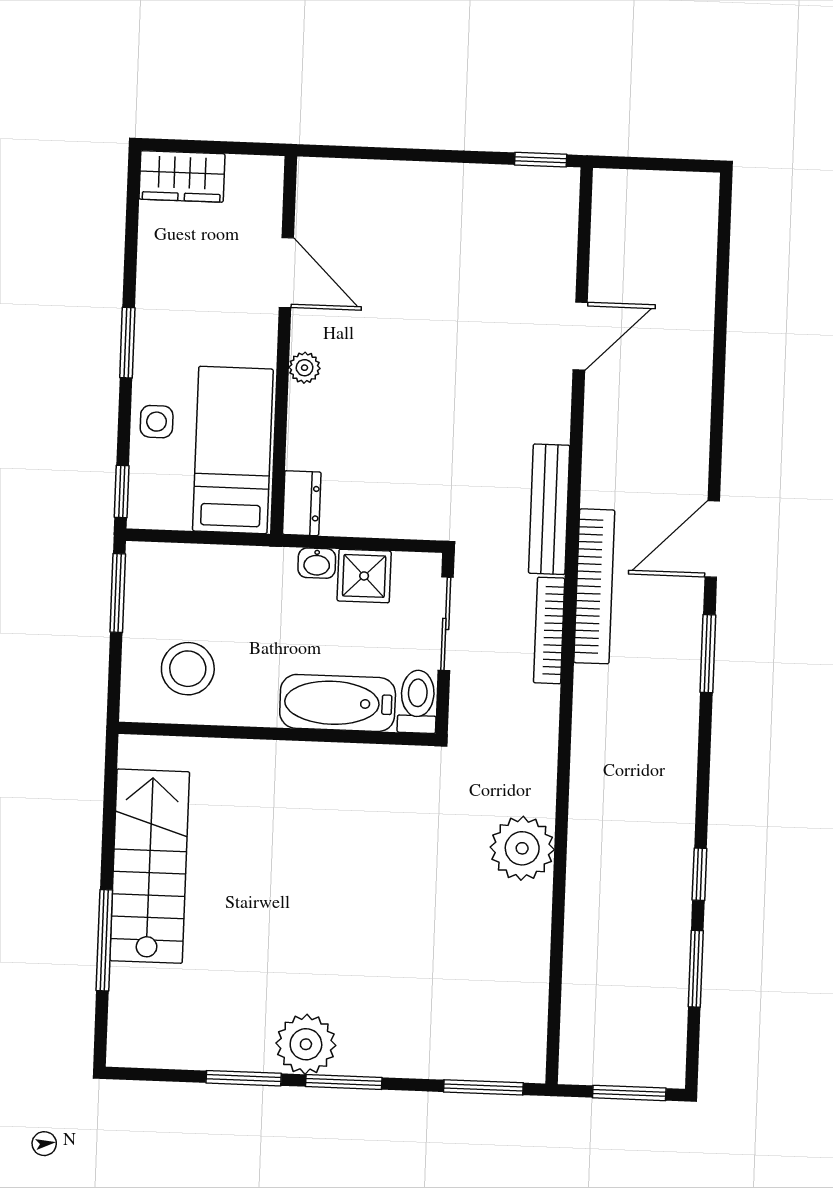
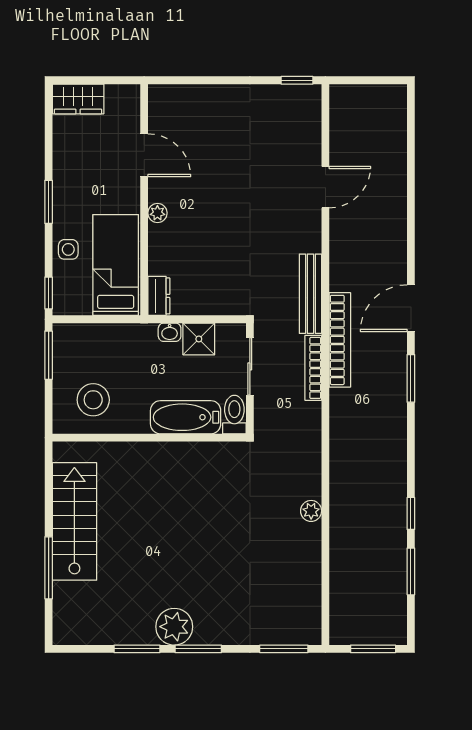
plant: (522, 848) -> (311, 511), width x0.53, depth x0.53

